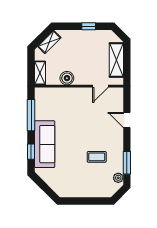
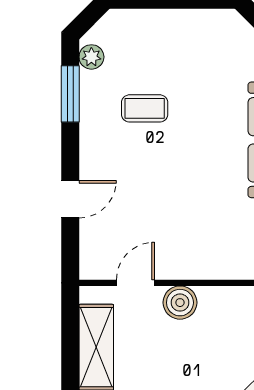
boiler: (67, 78) -> (180, 303), moved
door: (127, 120) -> (70, 199), hinge flipped

